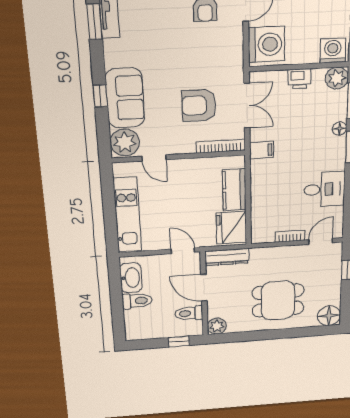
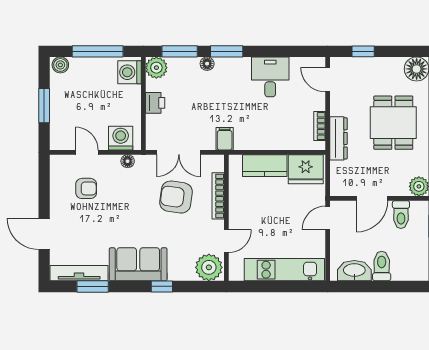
washing machine: (266, 44) -> (121, 138), width x0.73, depth x0.73
floor lamp: (236, 53) -> (128, 161), added
sofa: (125, 98) -> (138, 264), moved
armchair: (199, 105) -> (176, 197), turned 98
double door: (247, 106) -> (179, 152), swing flipped
bookcase: (221, 146) -> (218, 196), moved
bookcase: (290, 236) -> (320, 126), moved
dresser: (227, 257) -> (338, 138), moved

